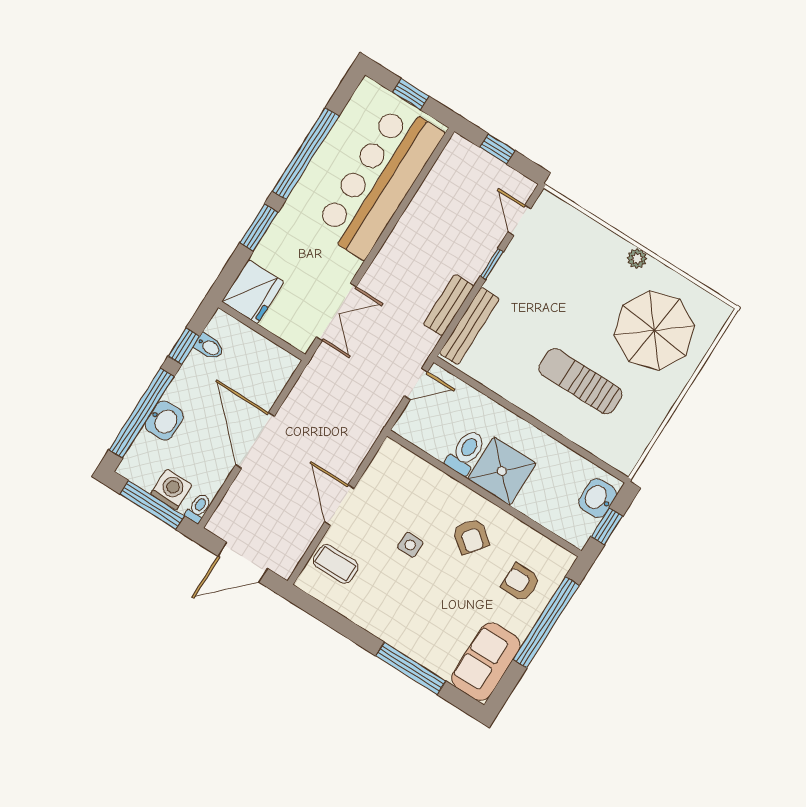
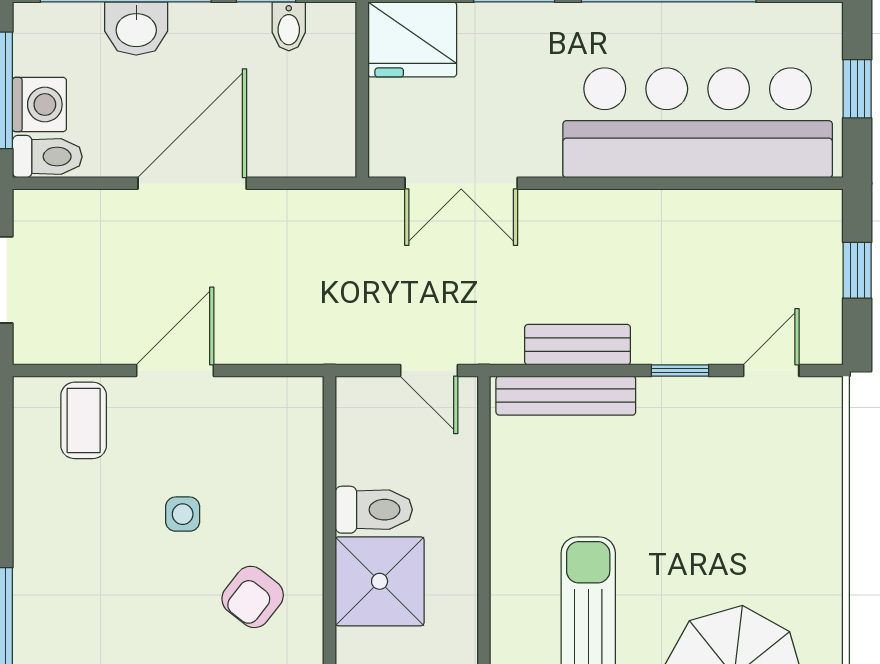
plant: (637, 258) -> (825, 582), removed
toilet: (198, 508) -> (47, 157), width x1.37, depth x1.39

